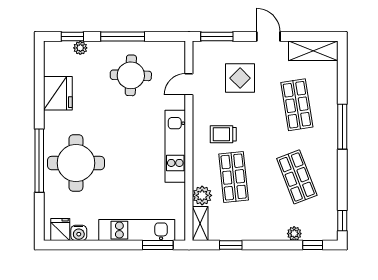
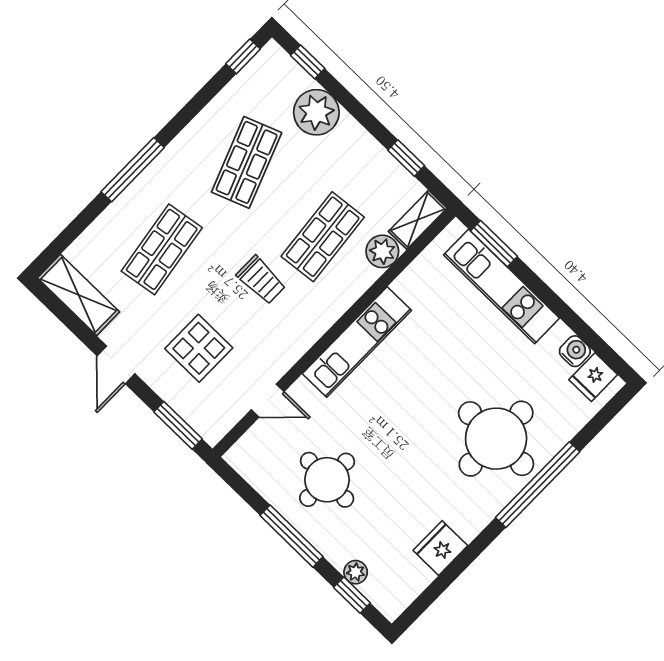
fridge: (58, 93) -> (440, 548), width x0.73, depth x0.75
trolley: (223, 134) -> (261, 280), moved
plant: (294, 234) -> (316, 112), width x1.87, depth x1.87

